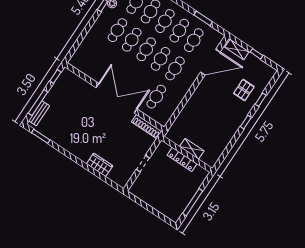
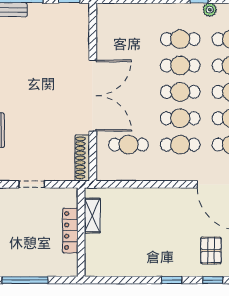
pallet: (244, 90) -> (211, 250), turned 90
shelving: (192, 149) -> (92, 216), moved

